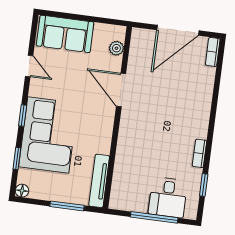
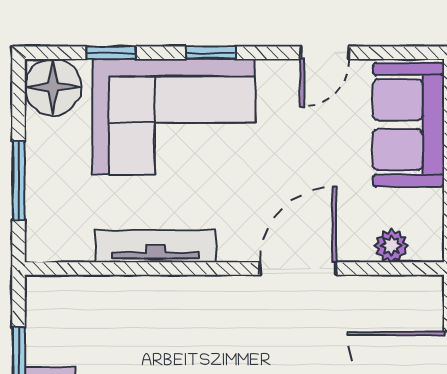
tv unit: (99, 181) -> (156, 246), moved
floor lamp: (22, 191) -> (53, 87), width x1.89, depth x1.89

